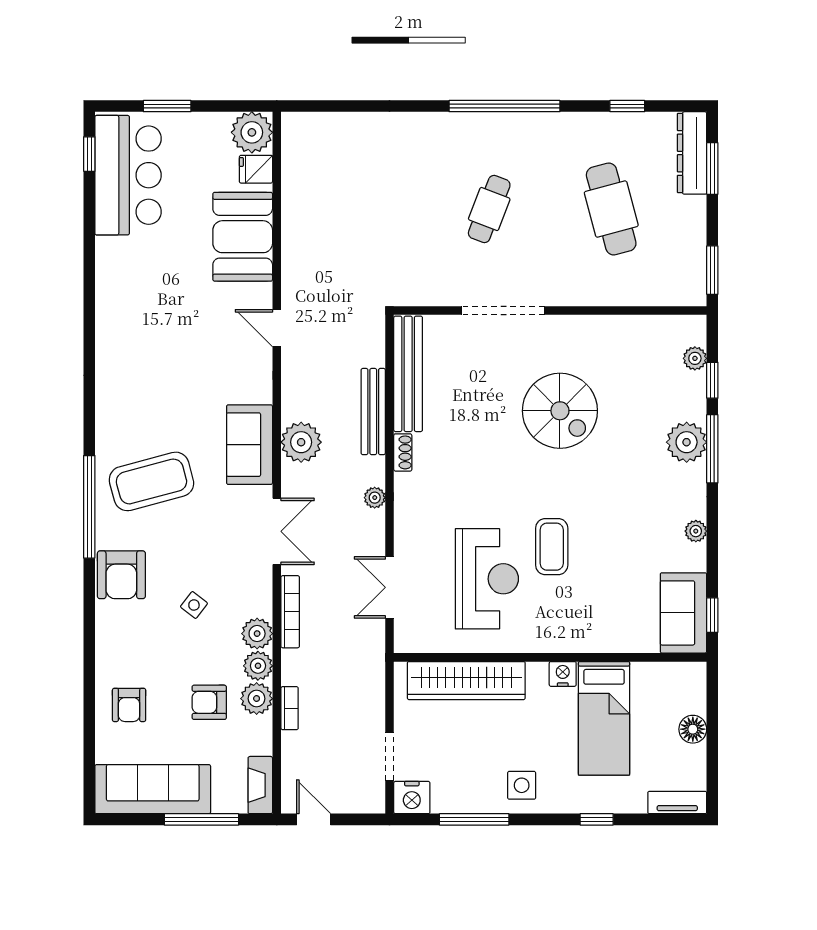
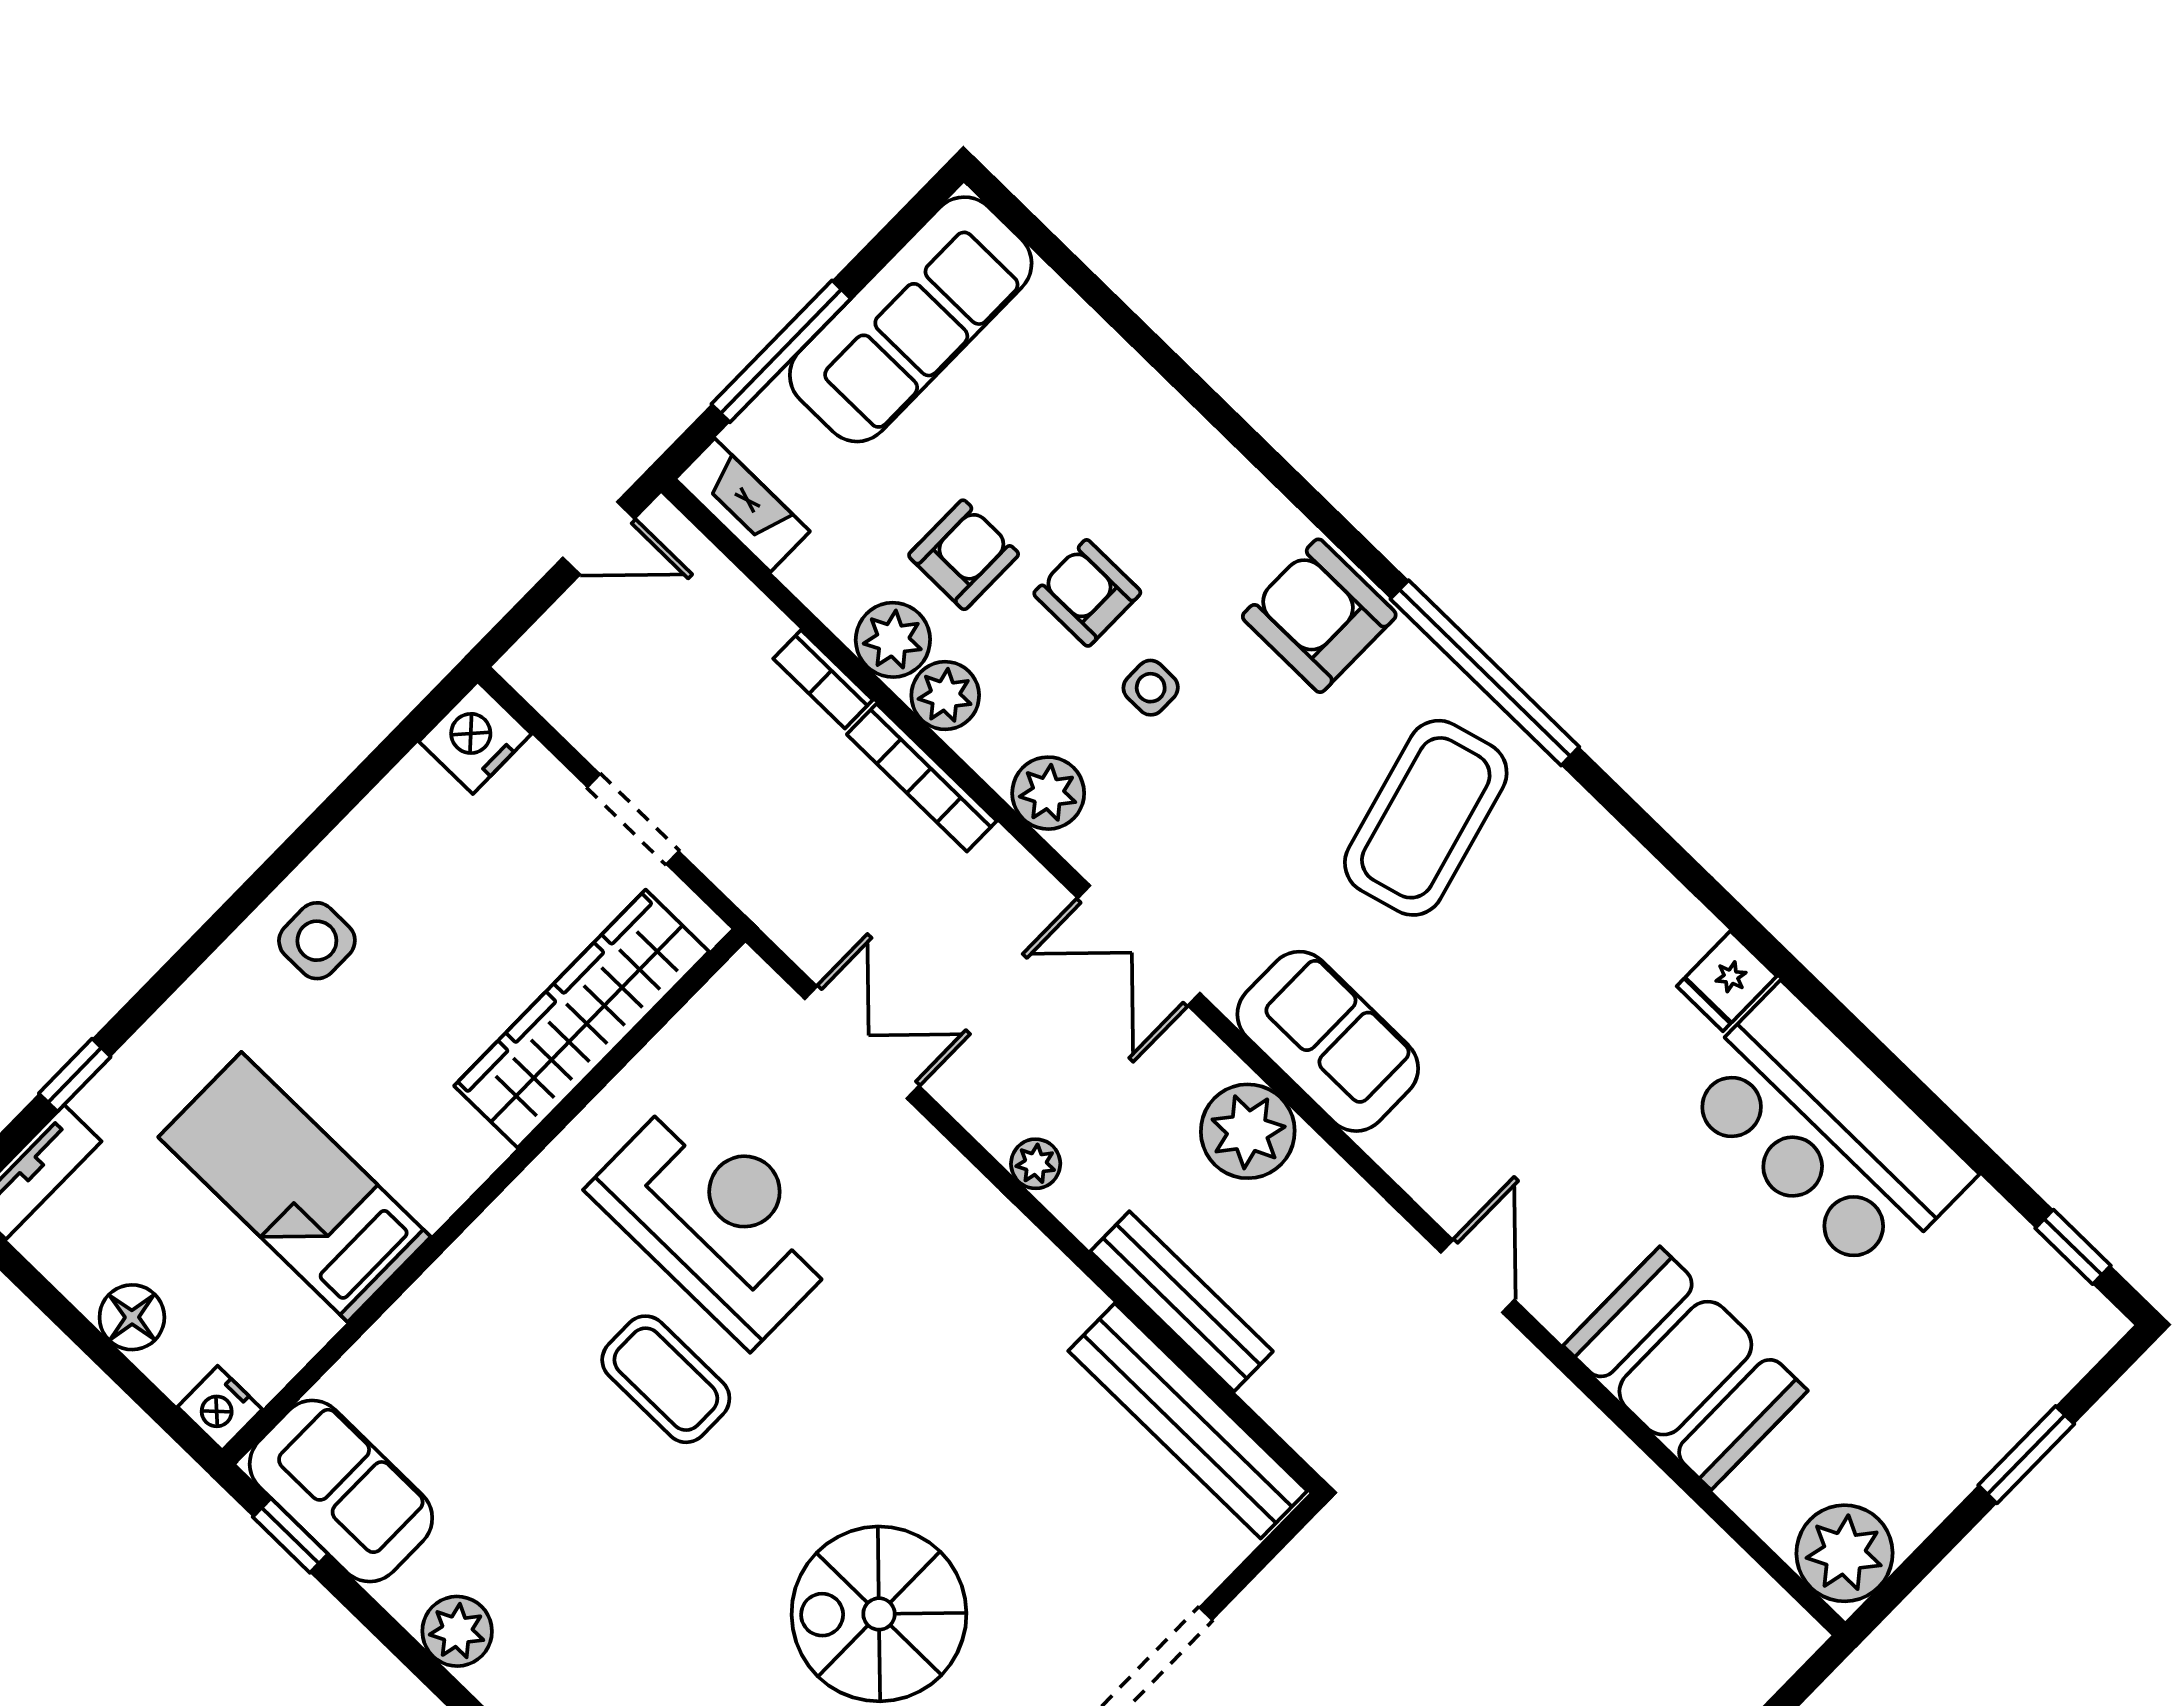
fridge: (256, 169) -> (1727, 981), moved, turned 180
bar counter: (128, 175) -> (1826, 1132), moved
door: (277, 328) -> (1478, 1276), hinge flipped
shoe rack: (403, 452) -> (1065, 1284), removed
plant: (696, 531) -> (457, 1631), width x1.38, depth x1.38
reception desk: (487, 579) -> (718, 1219), turned 180
side table: (194, 605) -> (1151, 688), turned -38
bookcase: (290, 612) -> (922, 778), moved
plant: (257, 634) -> (1048, 793), moved
nightstand: (563, 674) -> (220, 1408), moved, turned 90
armchair: (129, 705) -> (1087, 593), moved
doorway: (390, 756) -> (633, 819), moved
window: (474, 819) -> (337, 806), removed
window: (597, 819) -> (75, 1075), moved

